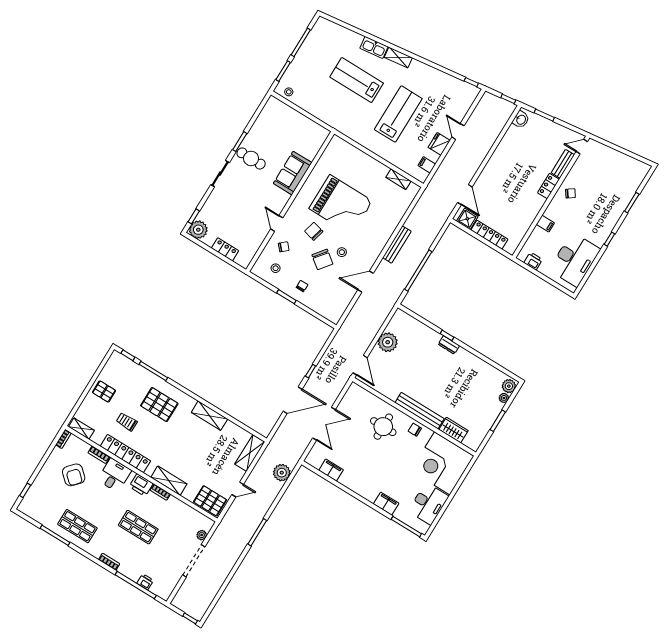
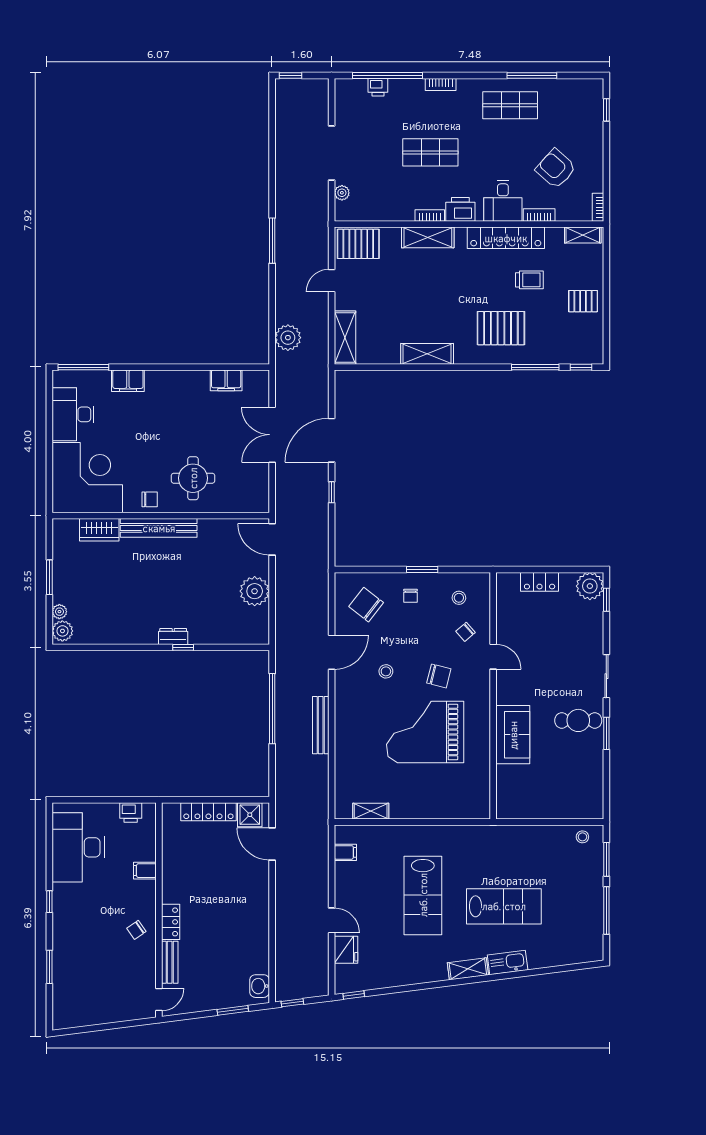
fridge: (439, 144) -> (346, 950), moved
chair: (322, 259) -> (366, 605), moved

